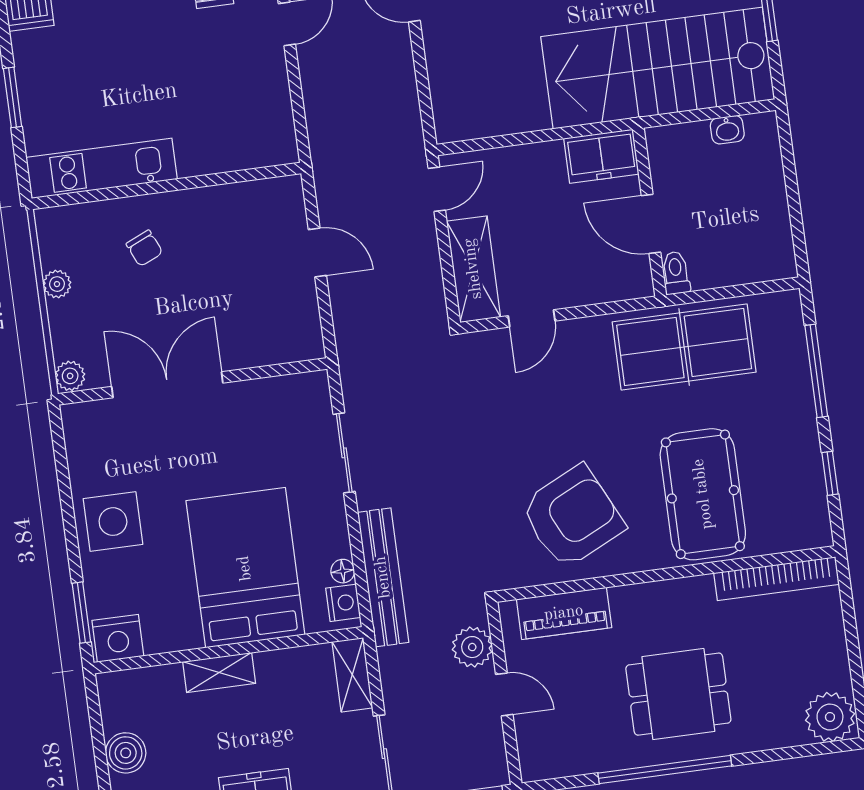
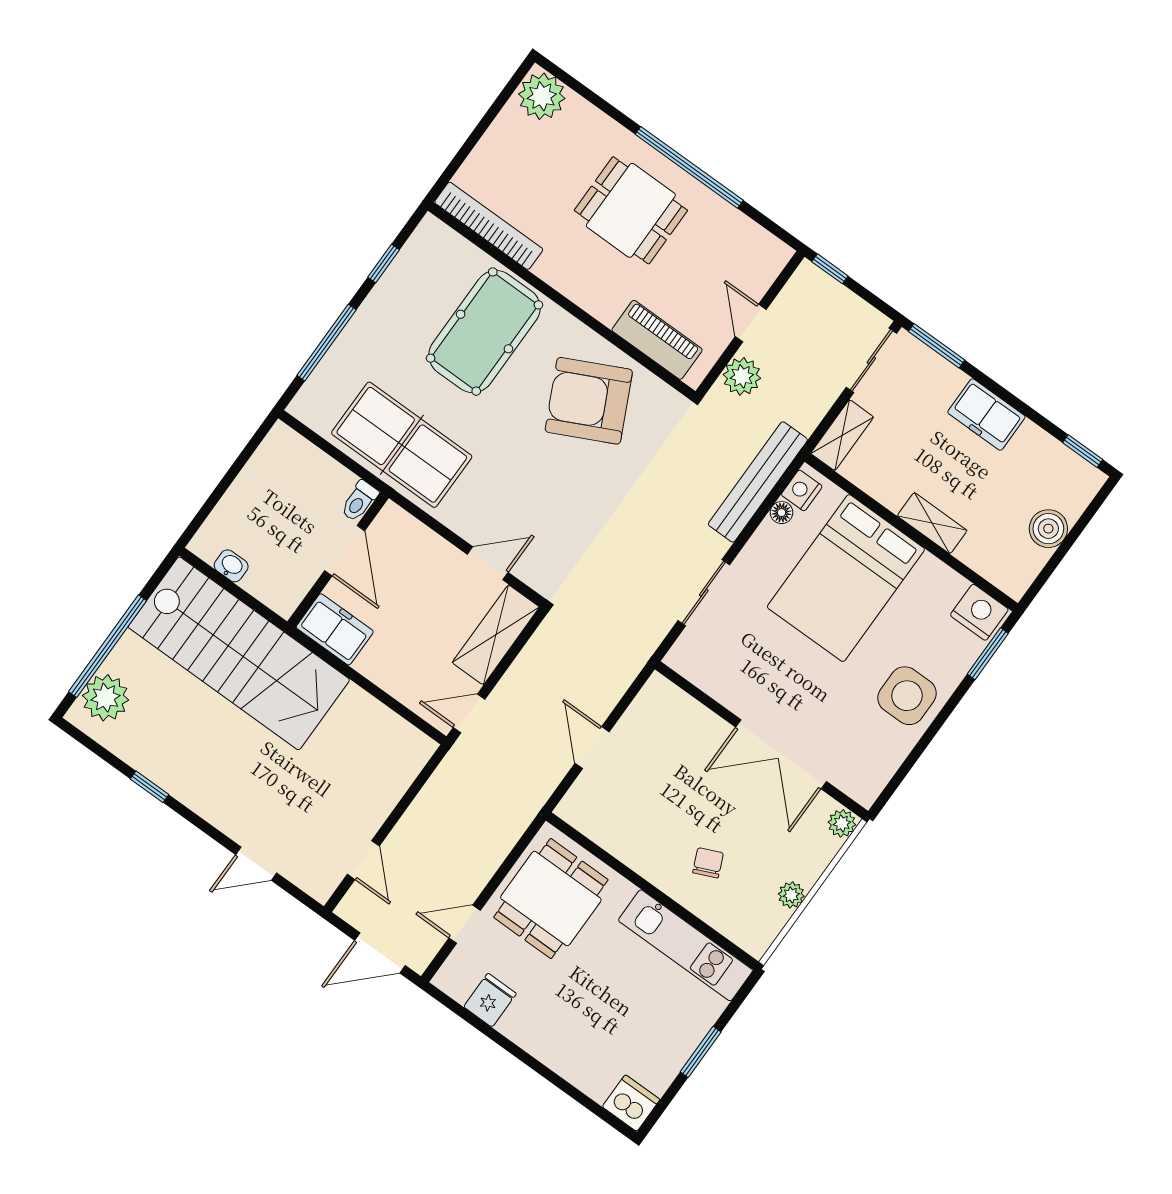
dining table: (239, 106) -> (551, 899), added

